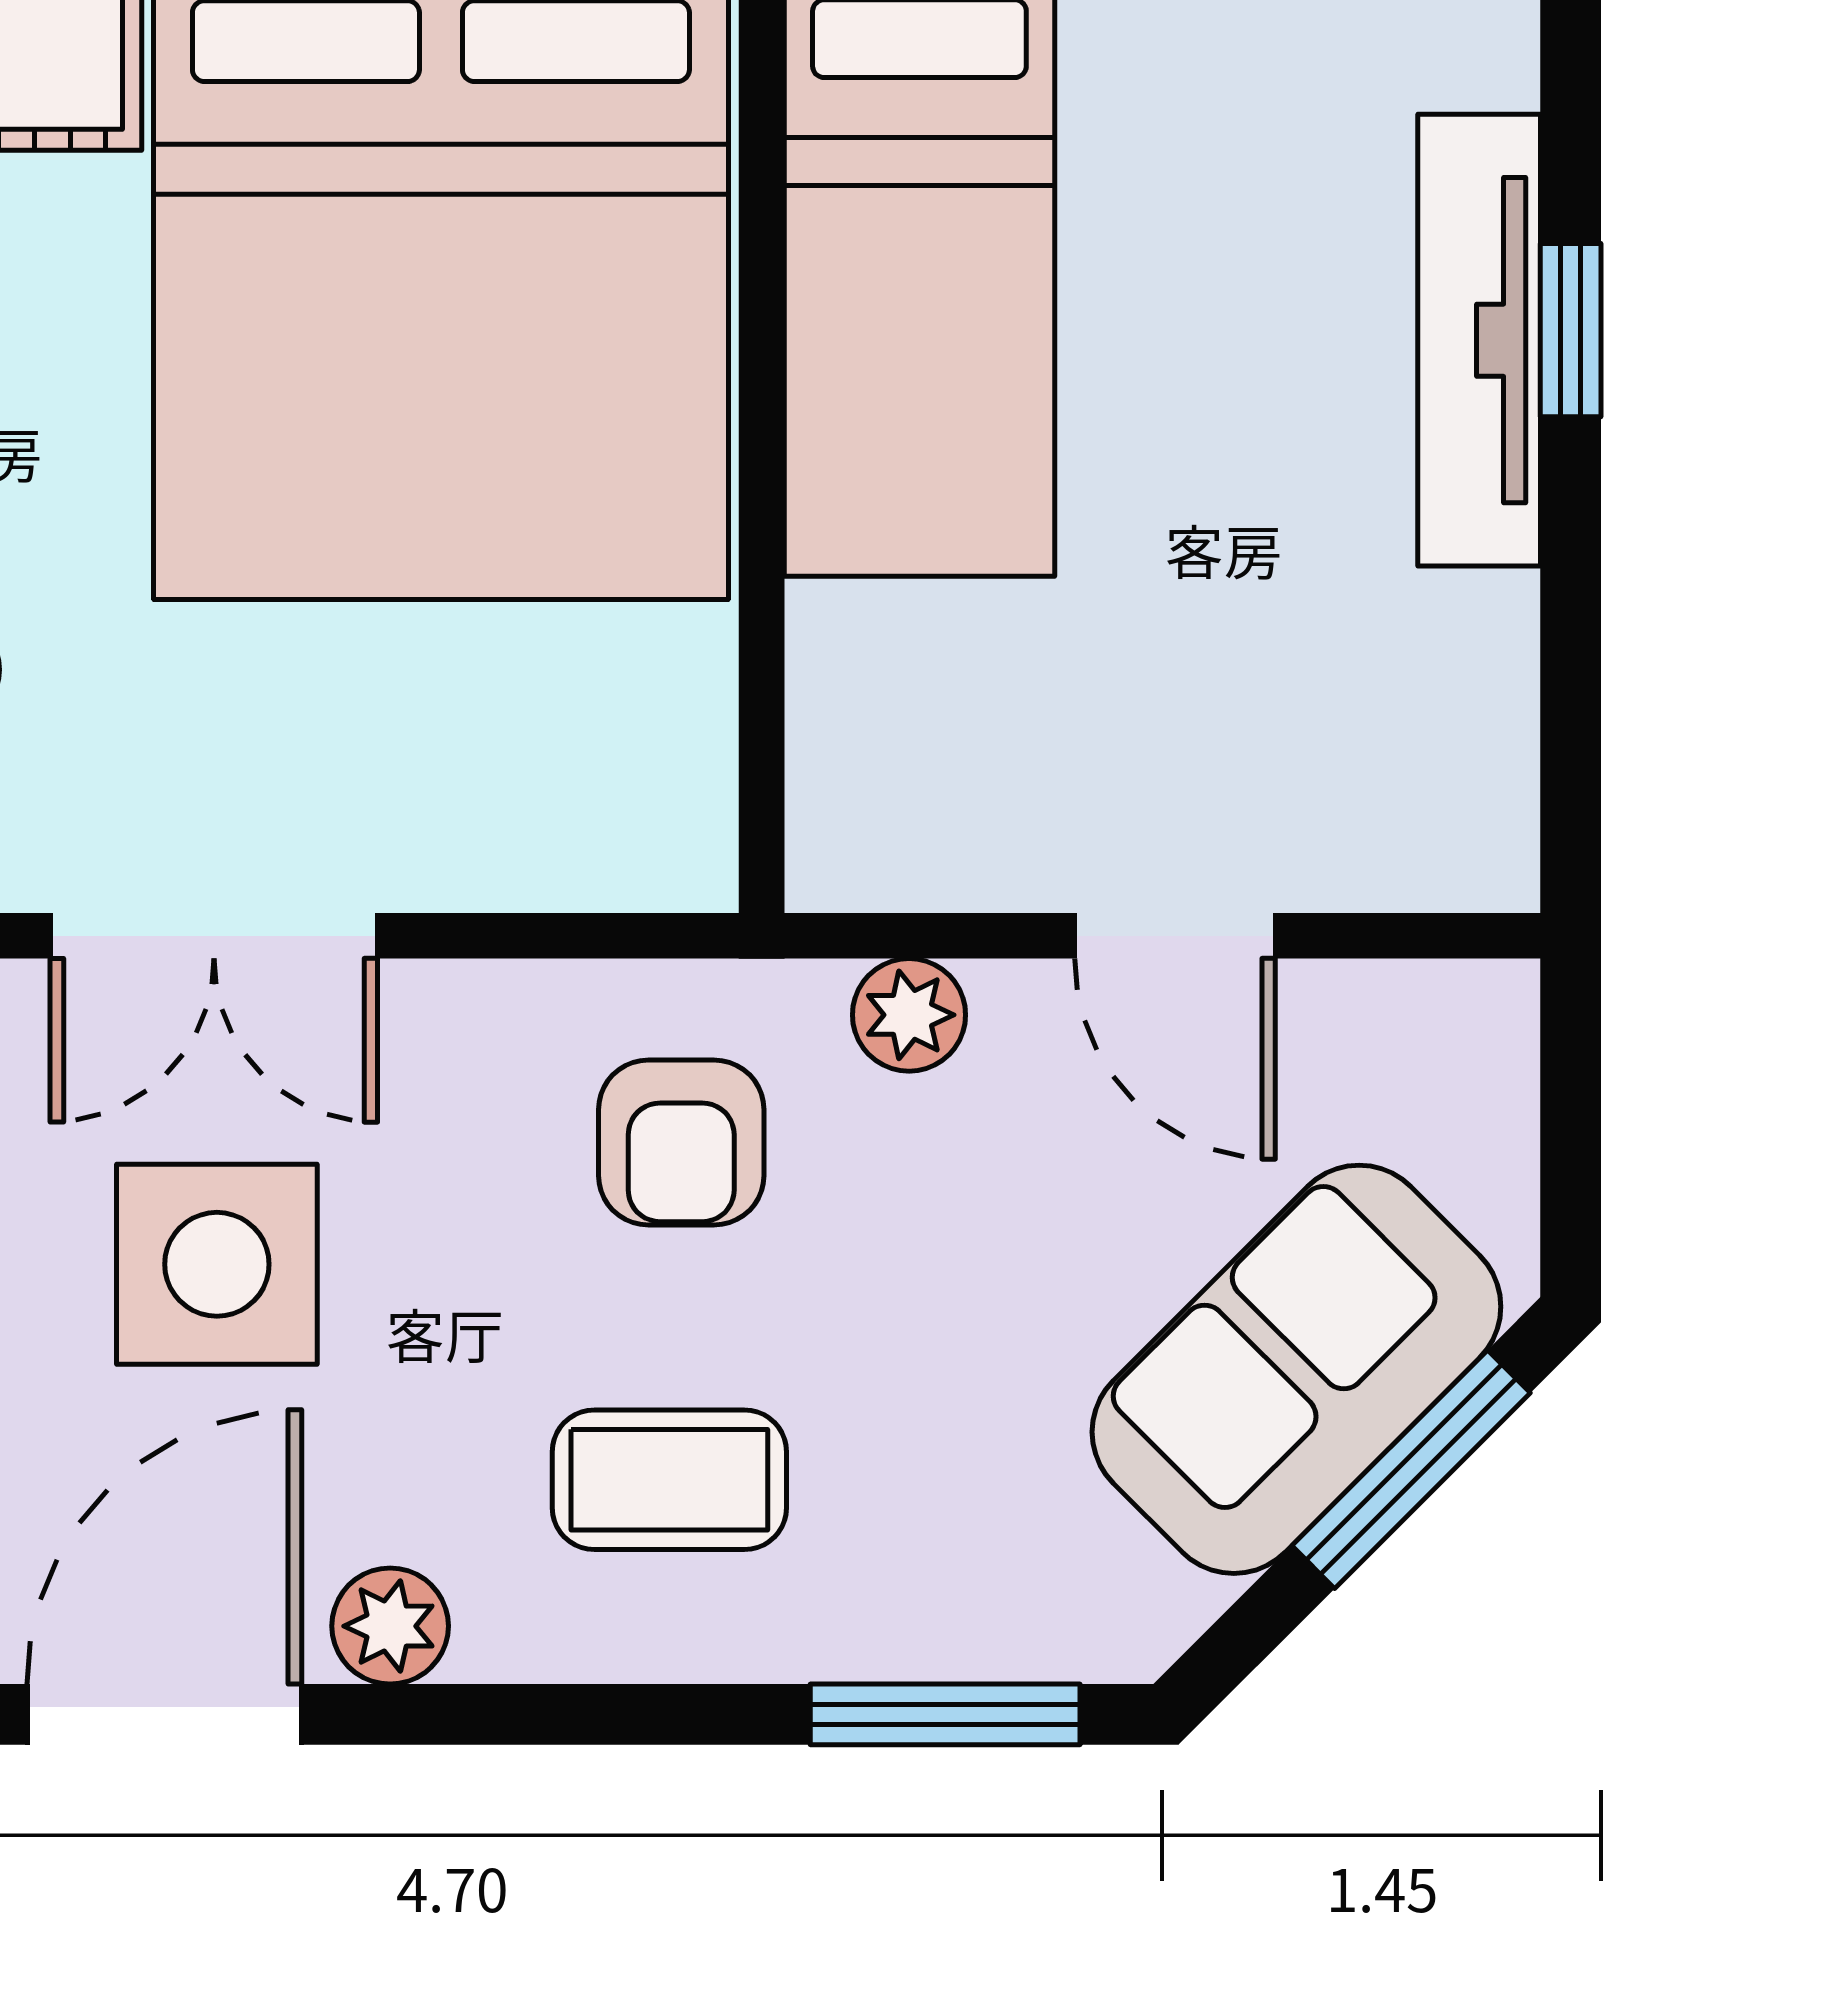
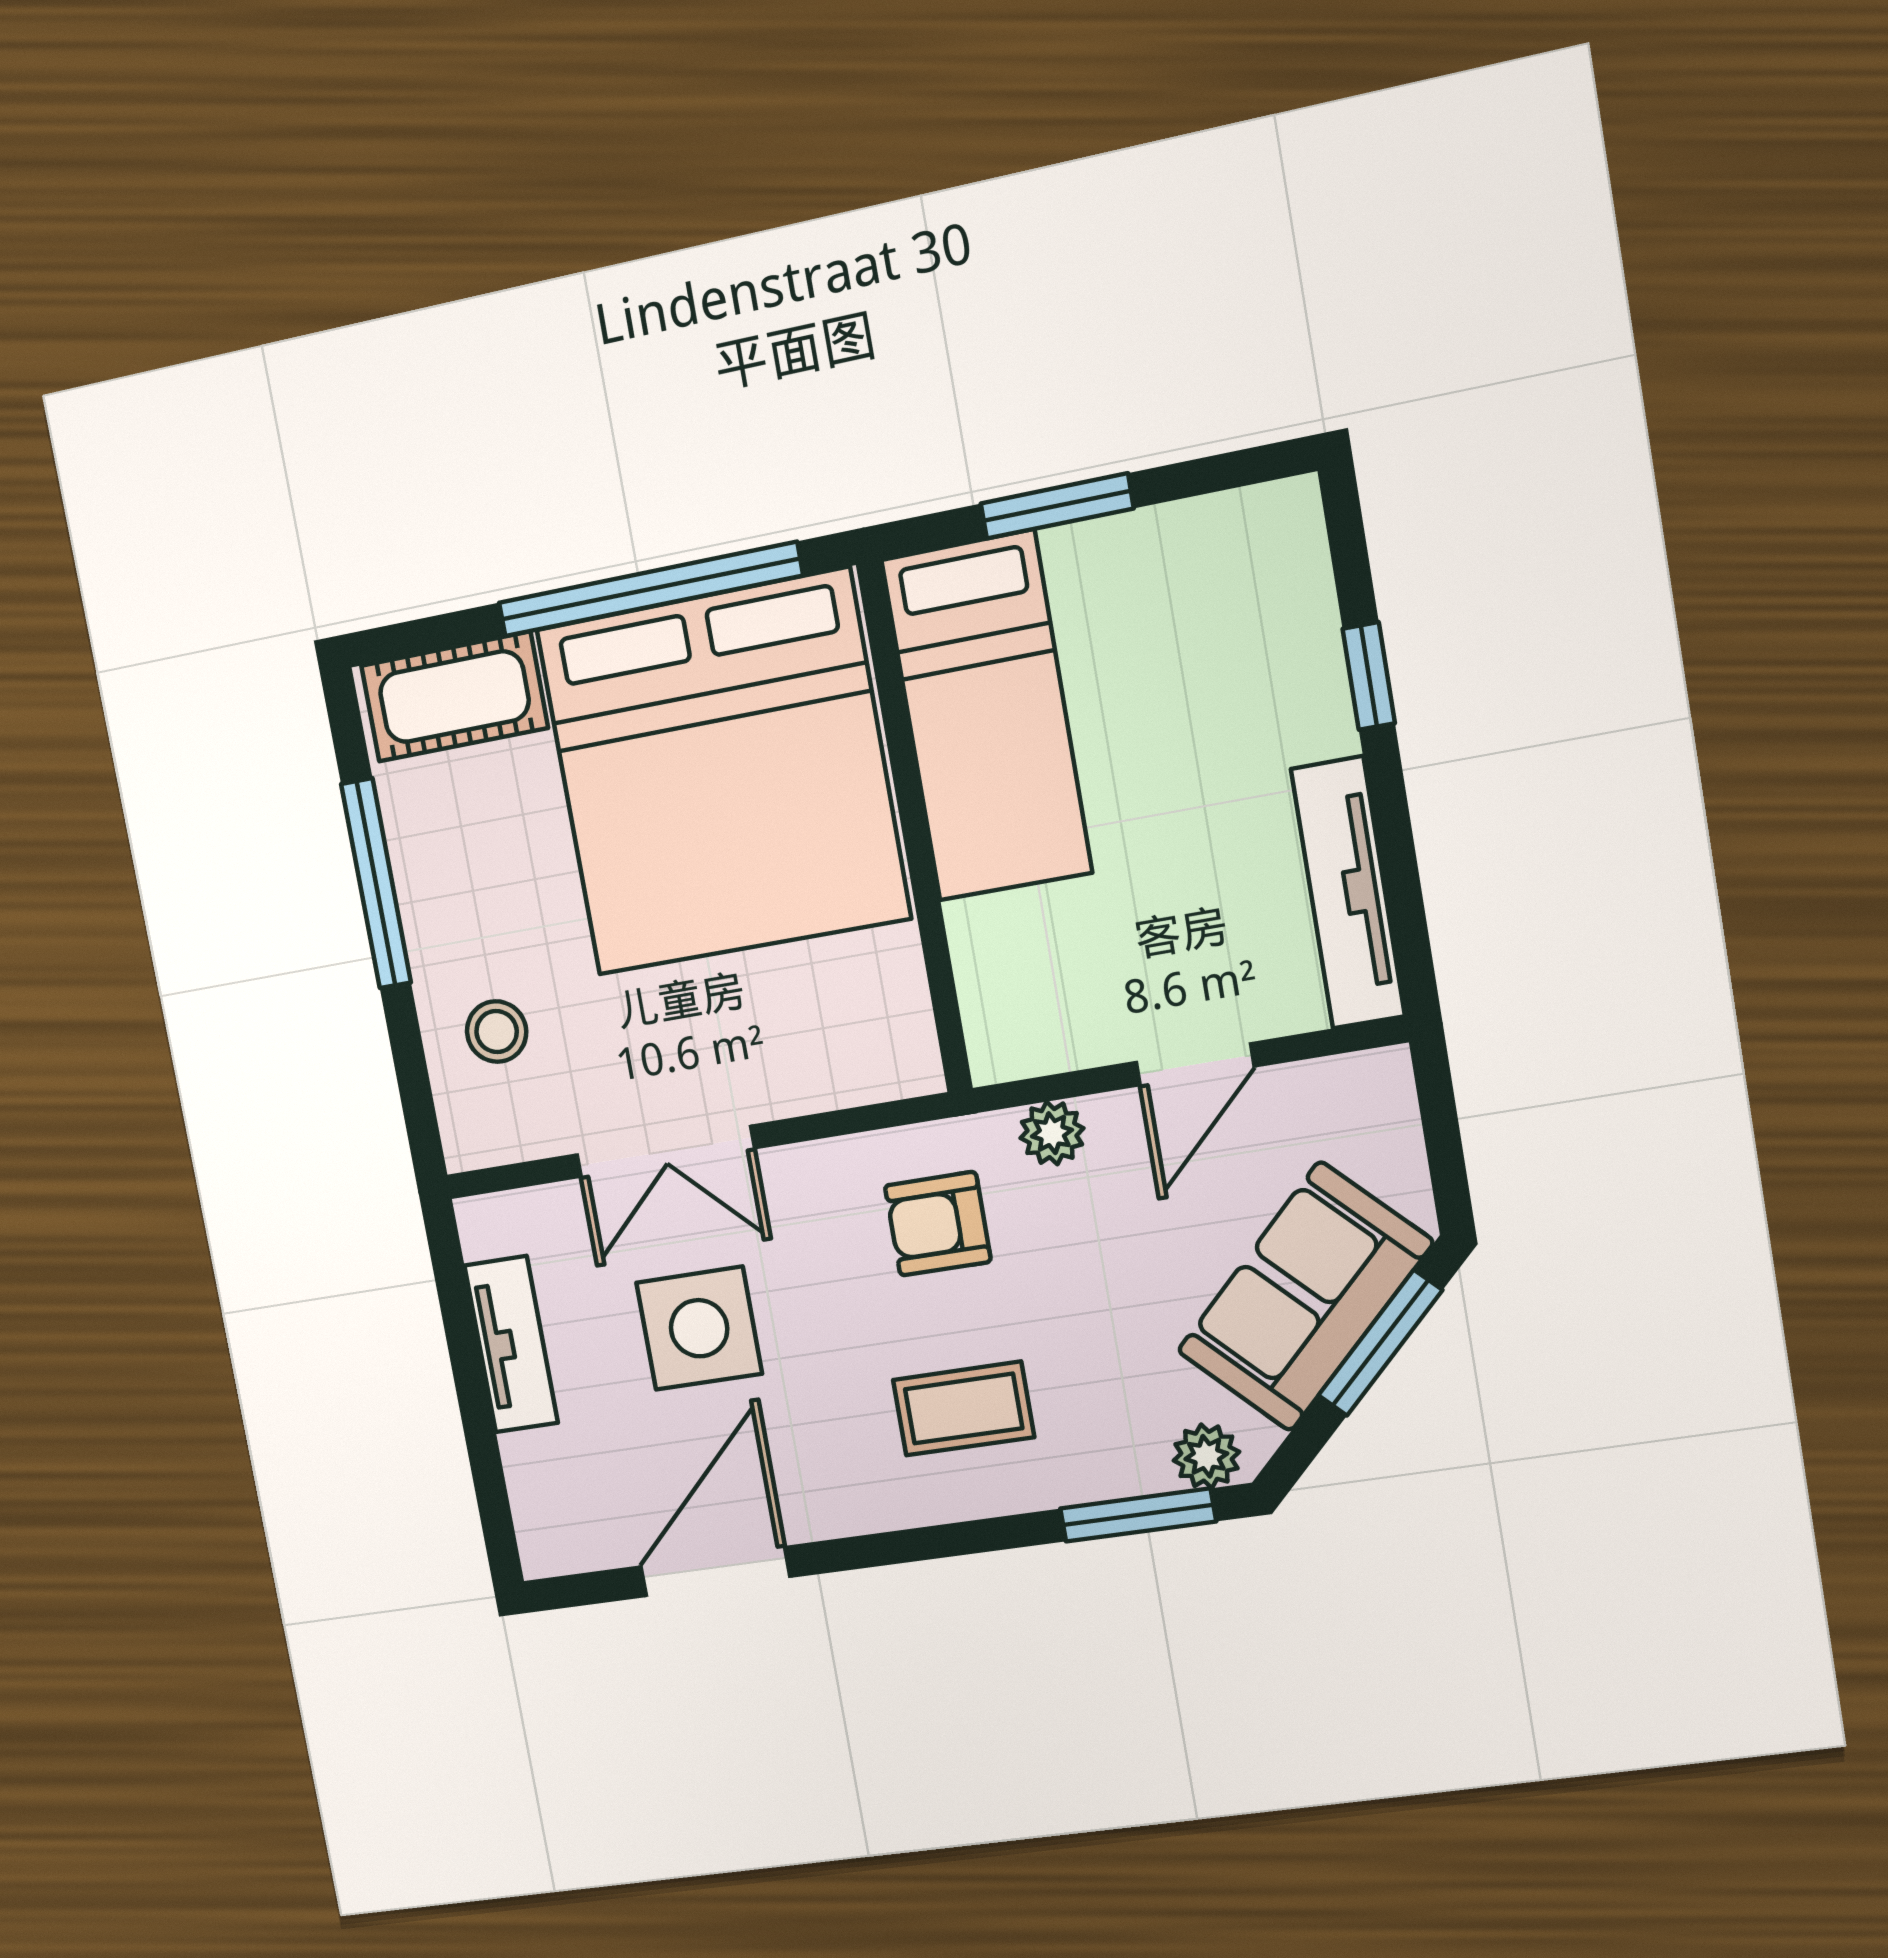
tv unit: (1479, 340) -> (1348, 893), moved
door: (1175, 936) -> (1195, 1064), hinge flipped
armchair: (681, 1143) -> (938, 1224), turned 90
plant: (390, 1626) -> (1206, 1456), moved

